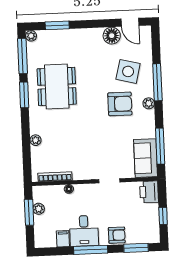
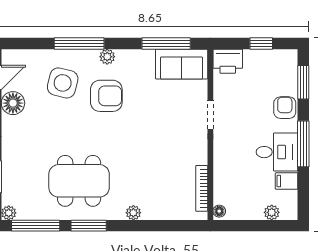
armchair: (120, 104) -> (106, 96), turned 90
plant: (36, 140) -> (133, 213), moved
floor lamp: (69, 189) -> (219, 211), moved
plant: (39, 209) -> (272, 212), moved
window: (29, 212) -> (249, 226), removed

